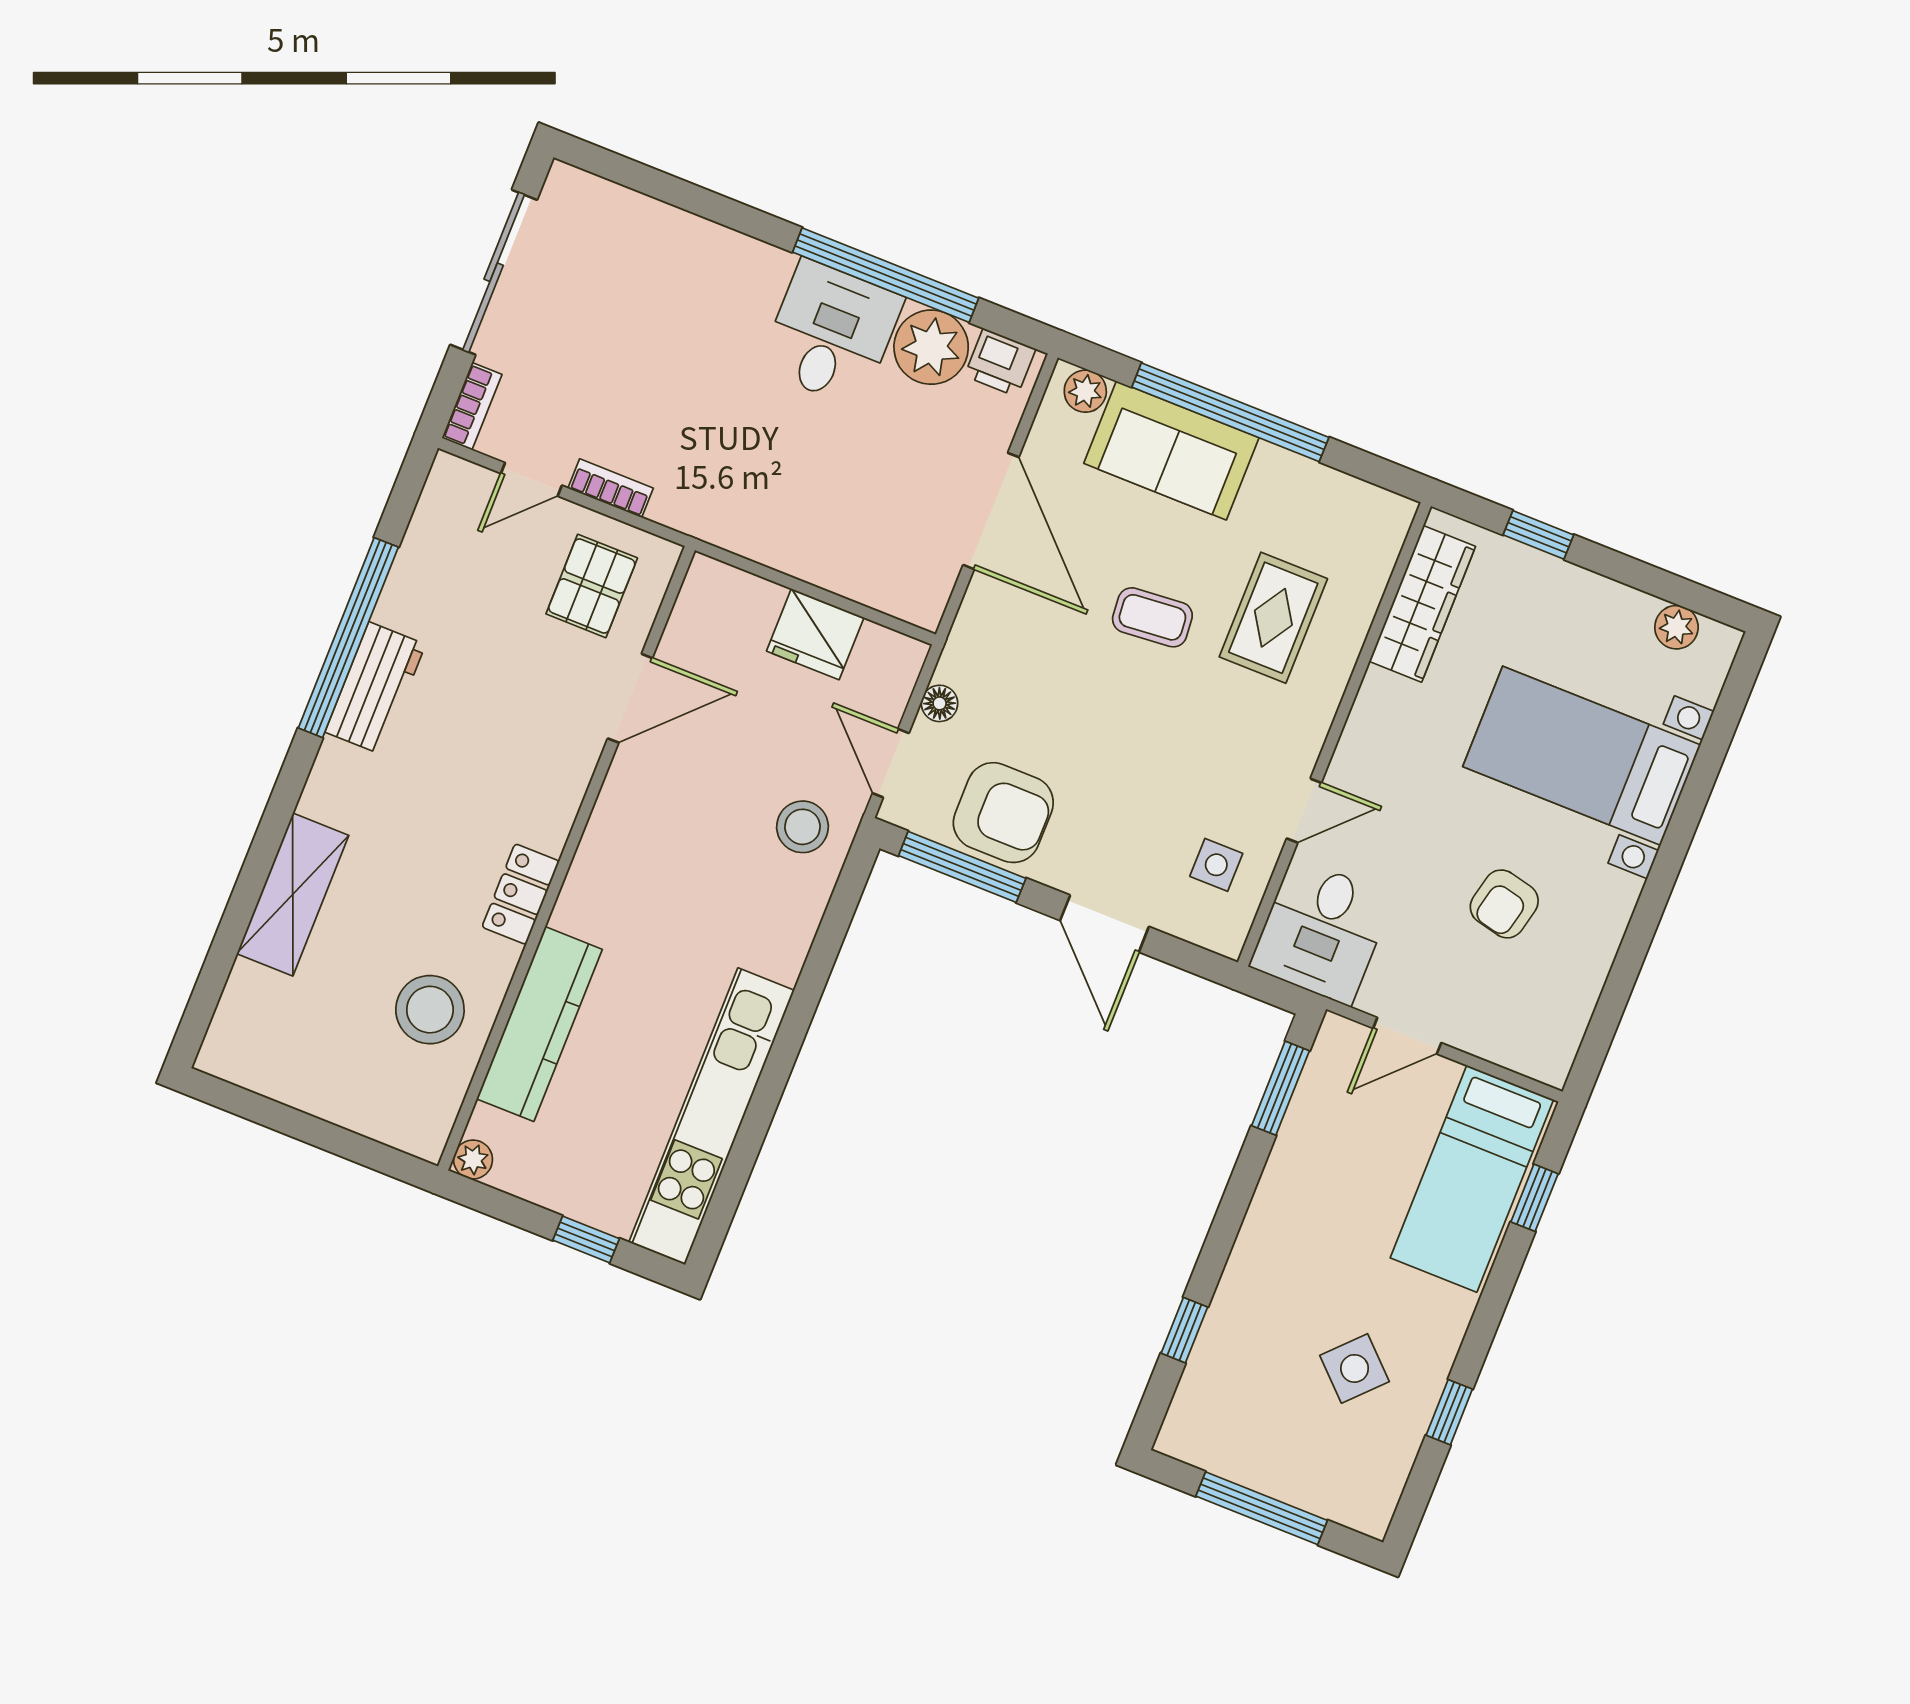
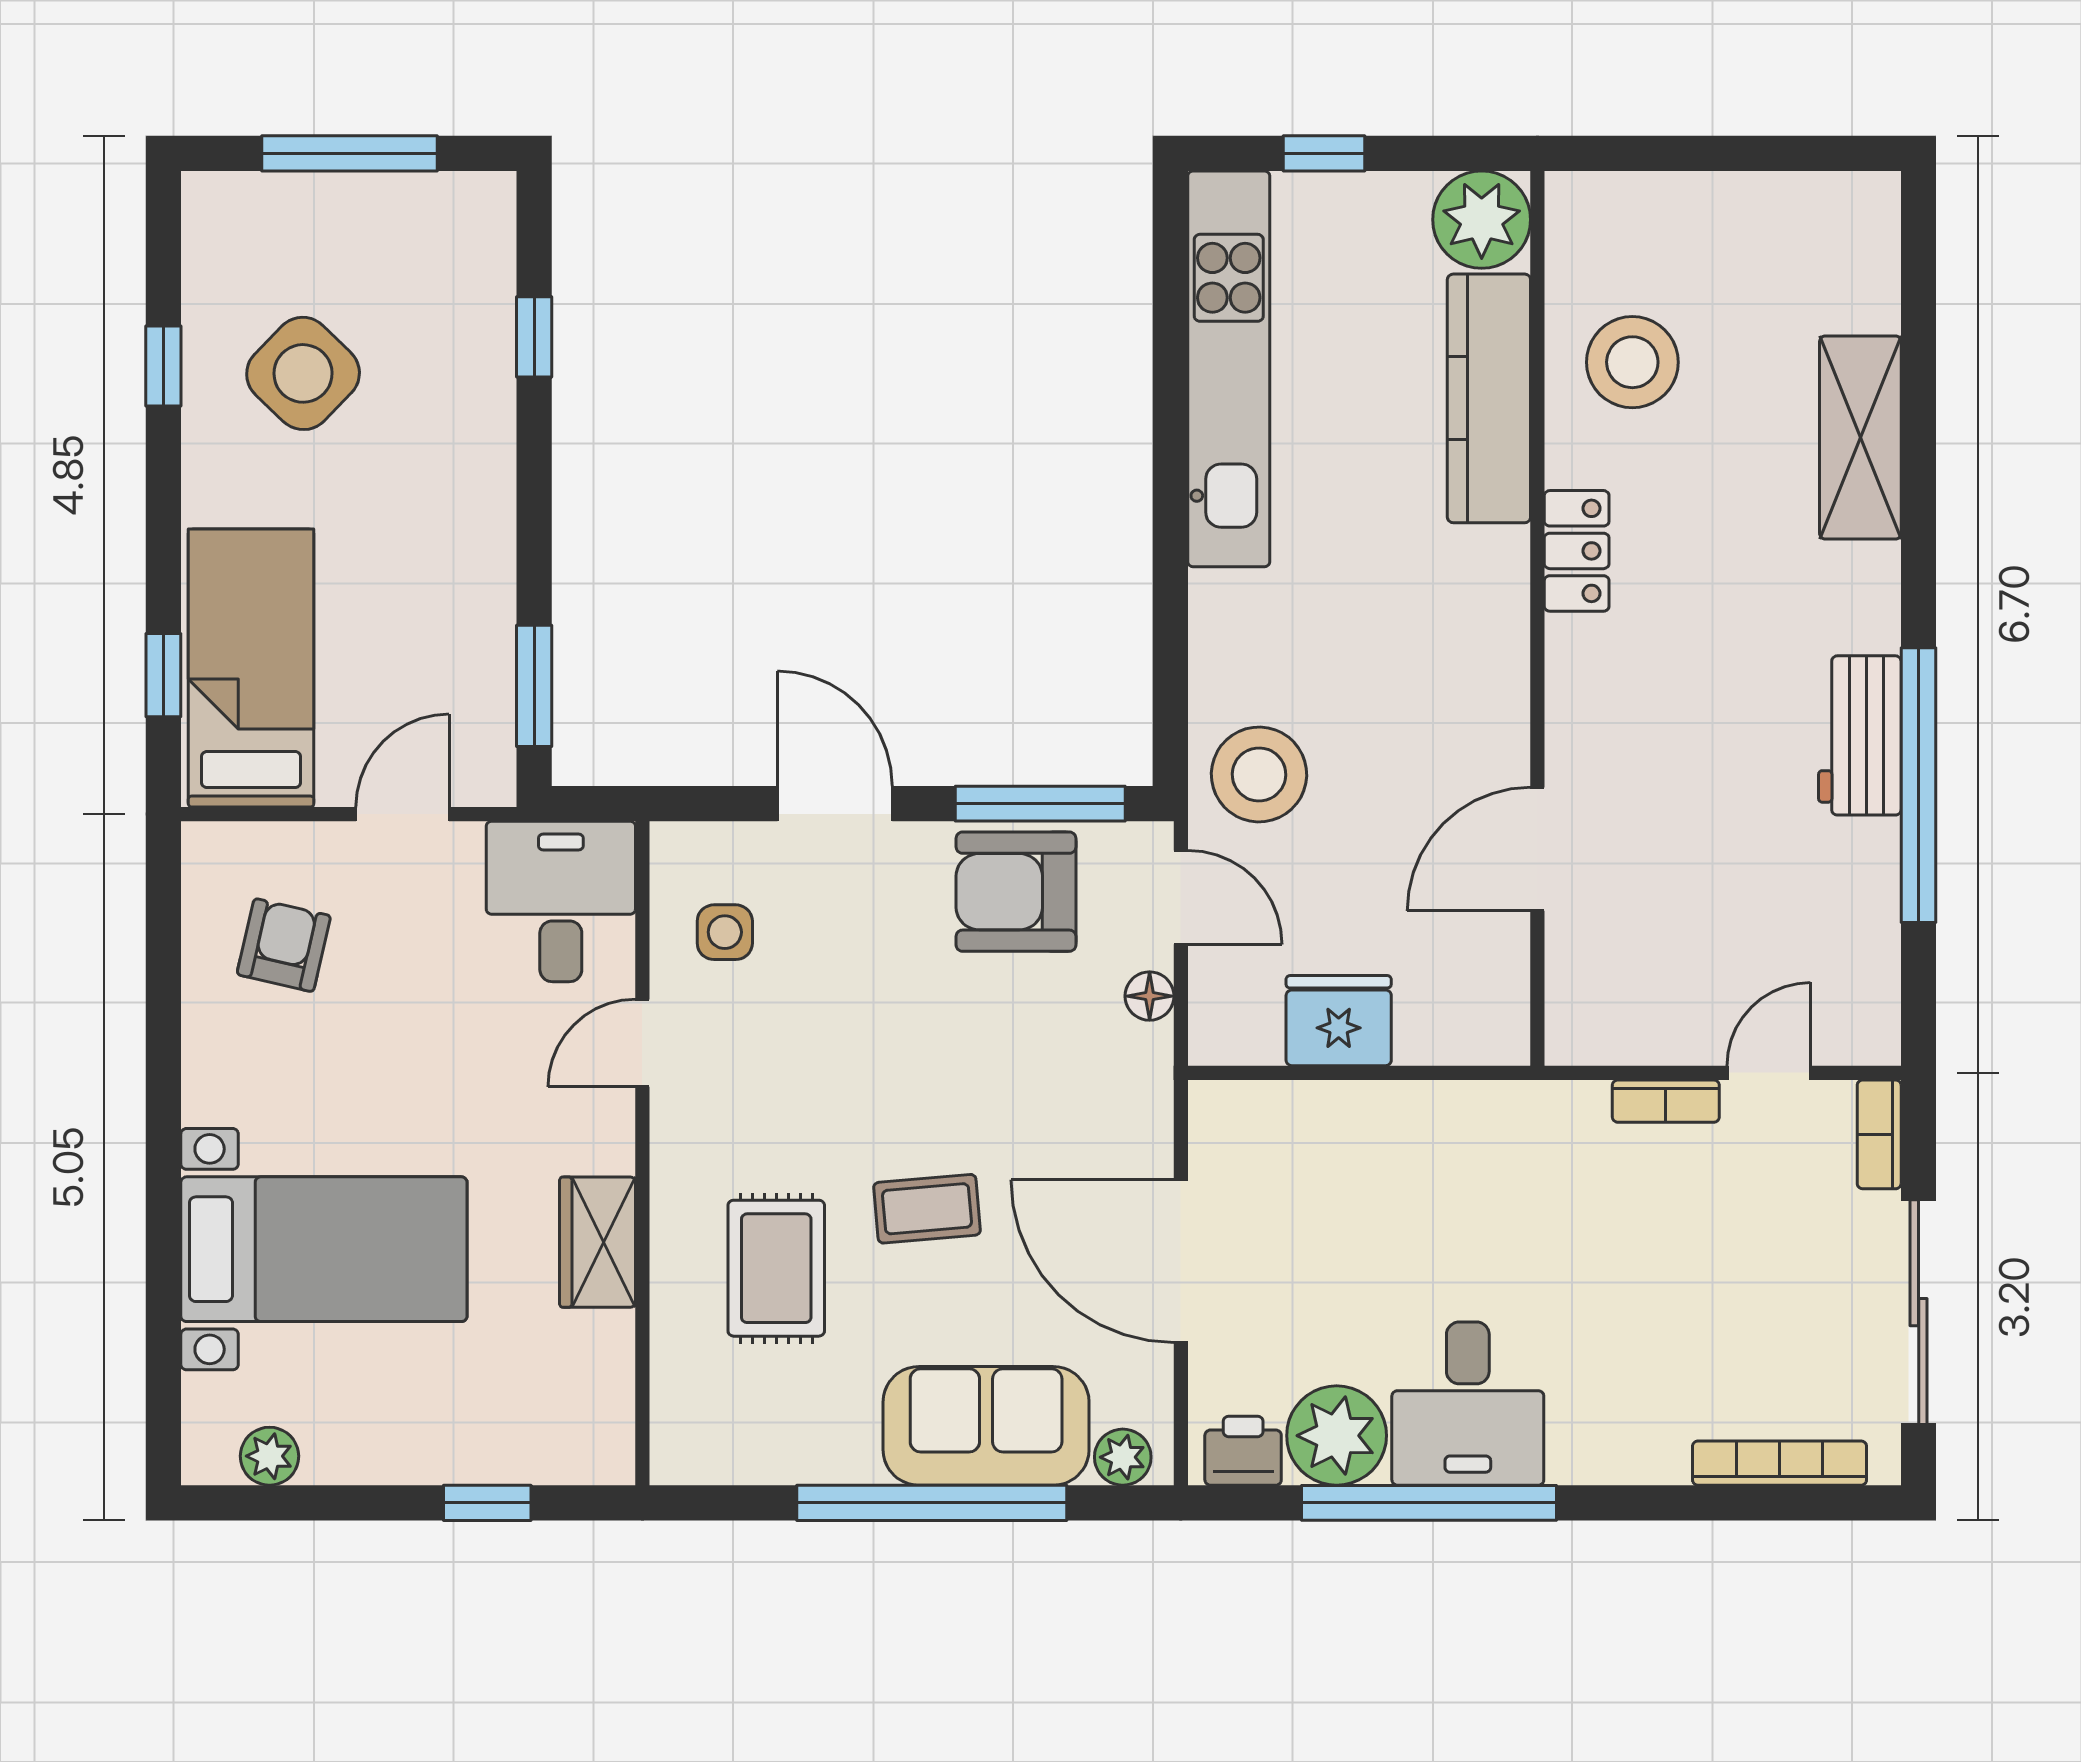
bookcase: (632, 206) -> (1780, 1463), added
pallet: (592, 586) -> (1641, 970), removed
wardrobe: (1422, 604) -> (598, 1242), moved, width x0.67
stool: (803, 827) -> (1259, 774), width x1.38, depth x1.38
armchair: (1504, 904) -> (284, 945), moved
plant: (473, 1160) -> (1482, 220), width x1.87, depth x1.87
side table: (1355, 1368) -> (303, 373), width x1.37, depth x1.37

